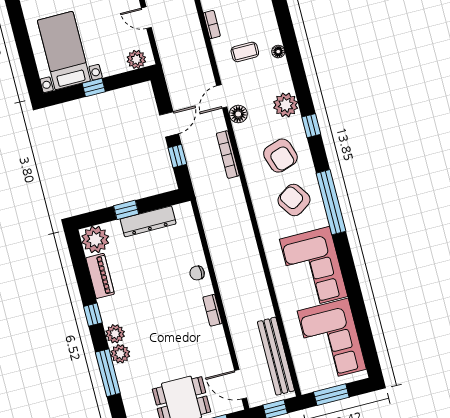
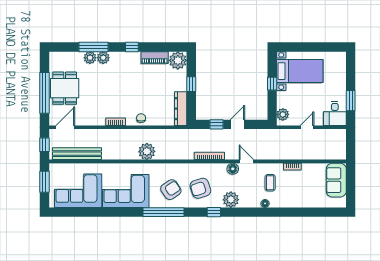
door: (169, 124) -> (237, 124), swing flipped
dresser: (148, 221) -> (181, 109), moved
plant: (245, 251) -> (147, 151), added
plant: (115, 334) -> (90, 58), moved

